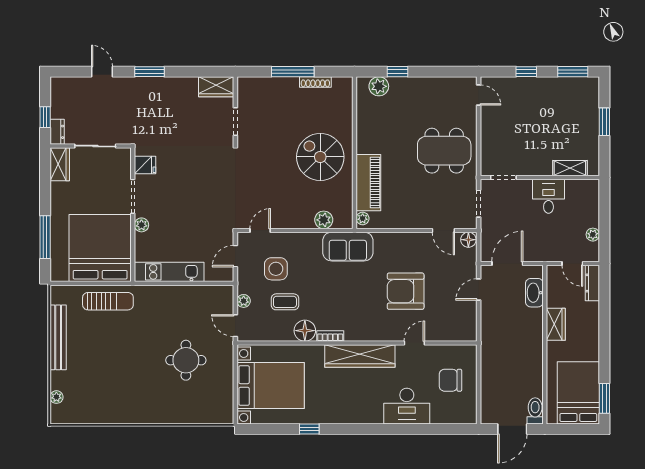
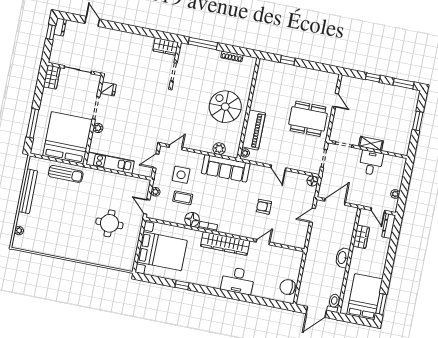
window: (149, 72) -> (124, 28), removed
window: (293, 72) -> (203, 43), moved
plant: (379, 86) -> (273, 68), removed
door: (479, 95) -> (335, 100), moved
window: (45, 117) -> (51, 32), moved
dresser: (57, 132) -> (60, 27), moved
shelving: (570, 168) -> (371, 143), moved
door: (443, 230) -> (278, 168), moved
sofa: (348, 247) -> (226, 168), width x1.36
armchair: (406, 291) -> (264, 207), width x0.53, depth x0.53
washbasin: (534, 293) -> (342, 258), moved
wardrobe: (556, 324) -> (361, 237), moved
chair: (450, 380) -> (288, 287), moved
desk: (407, 406) -> (238, 281), moved

